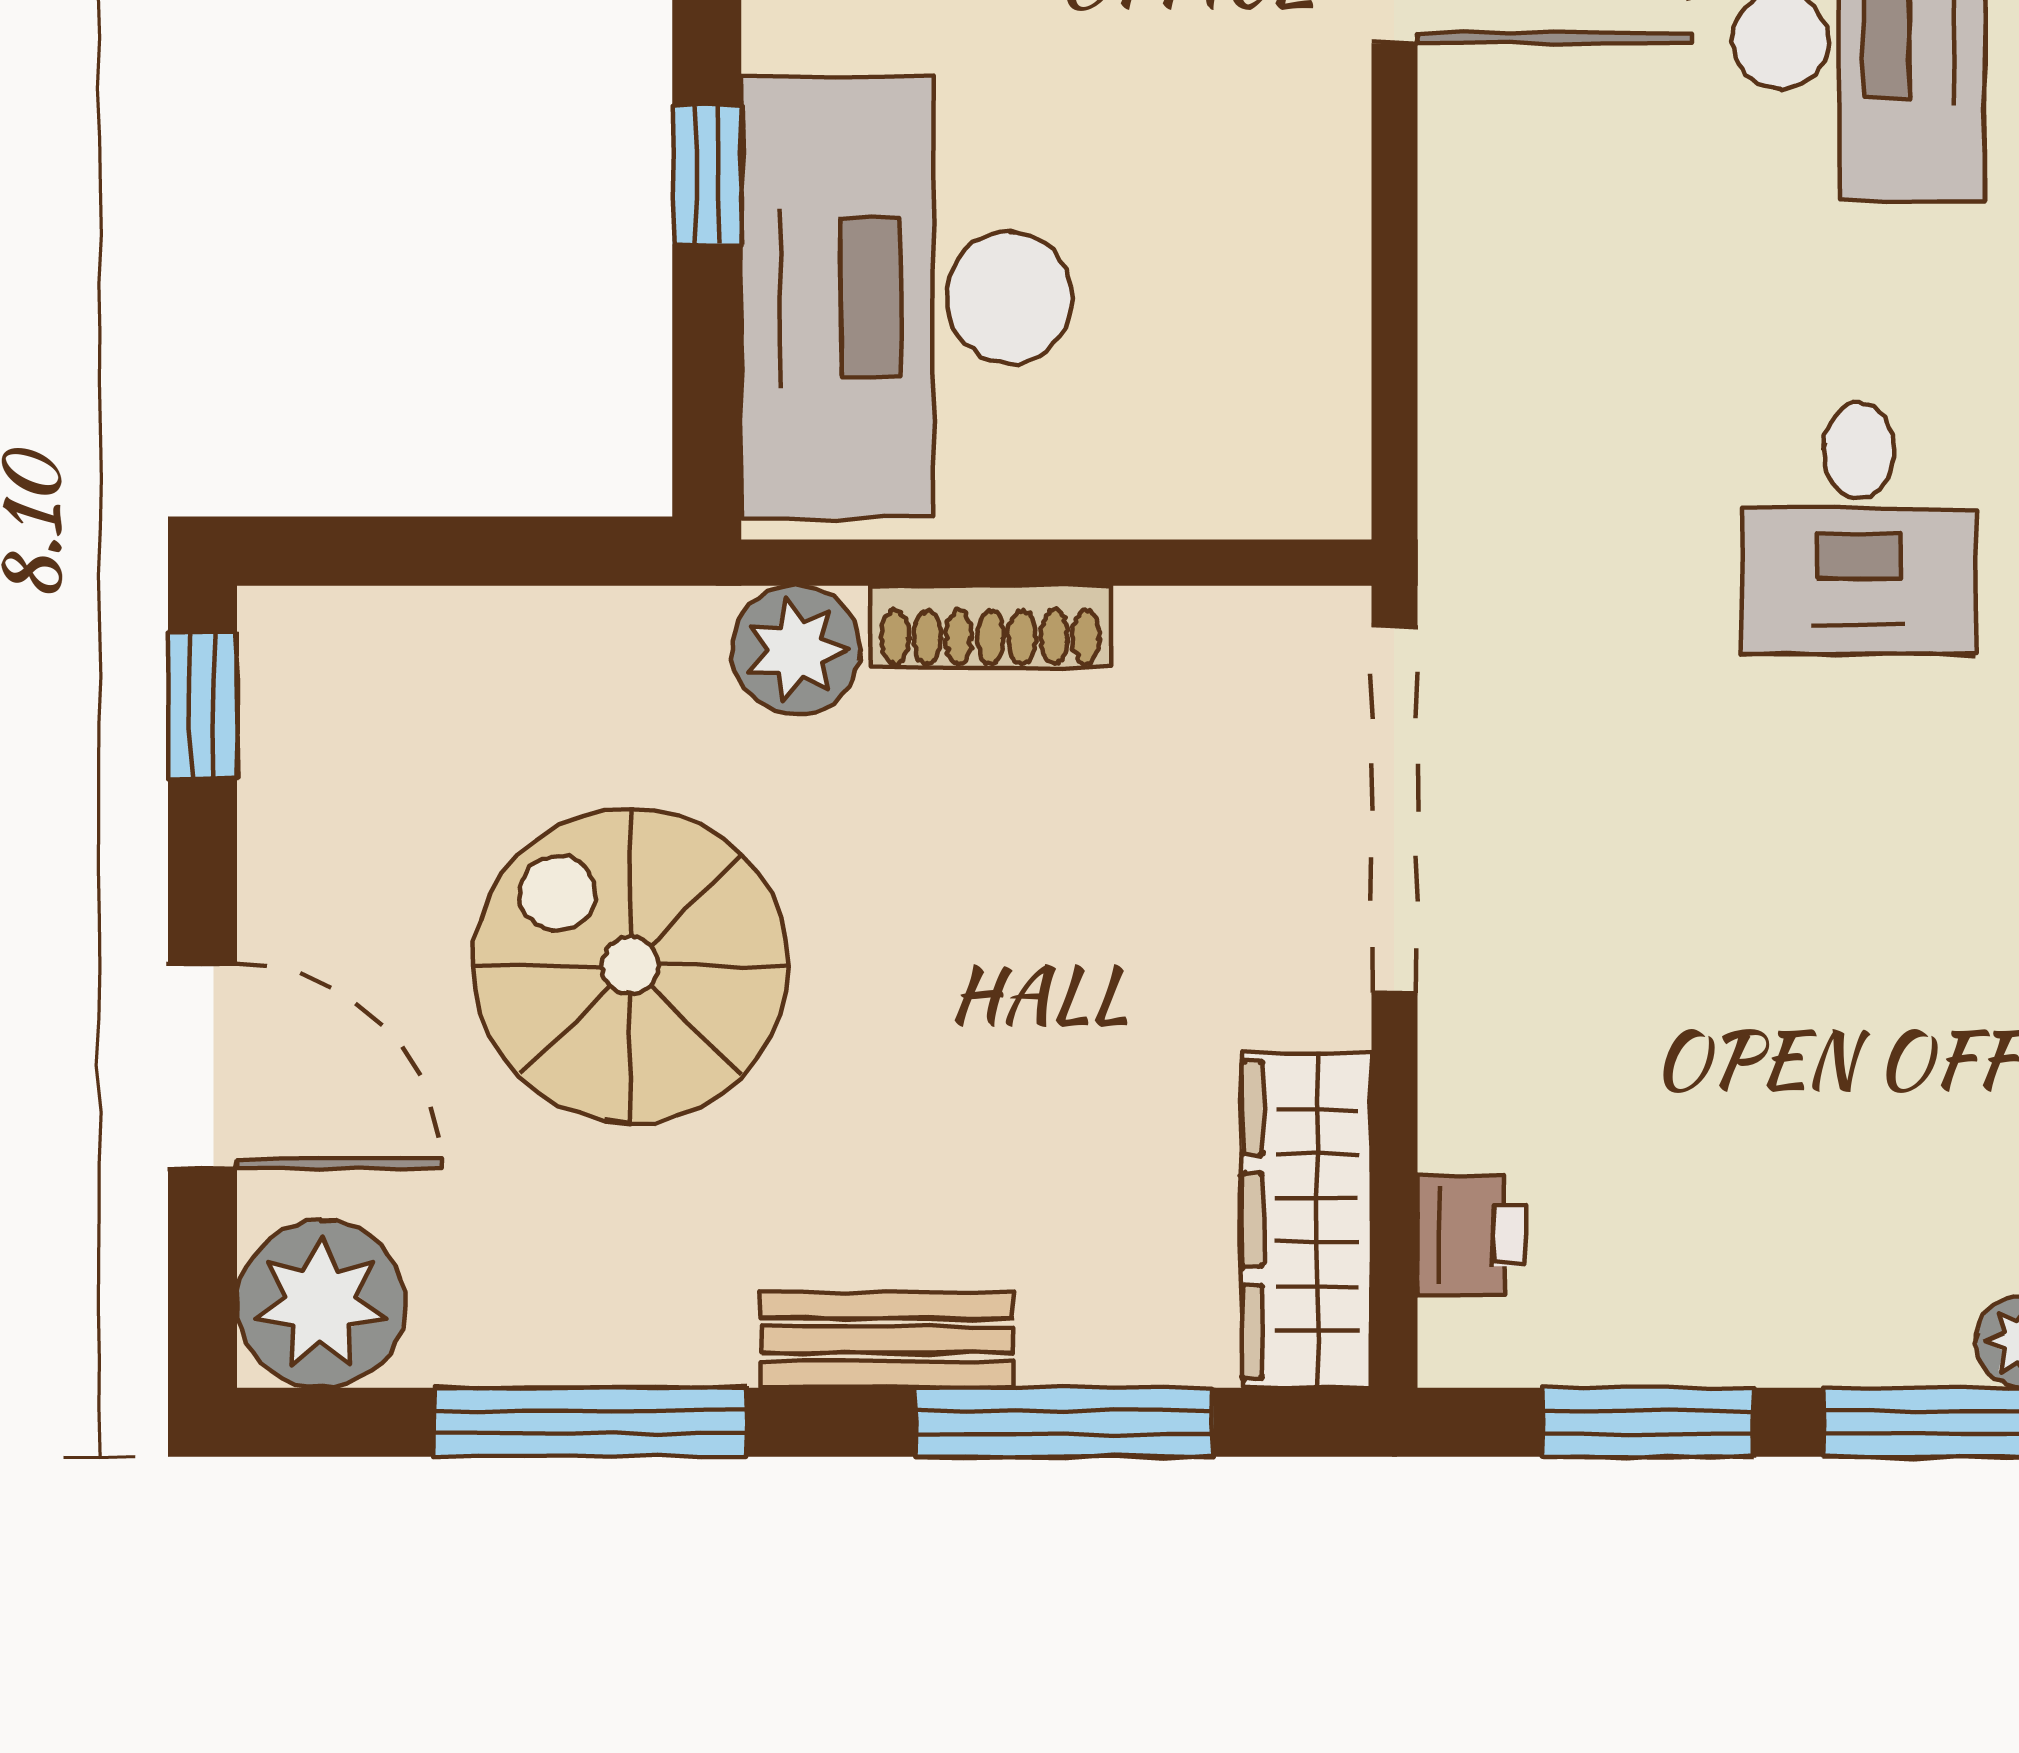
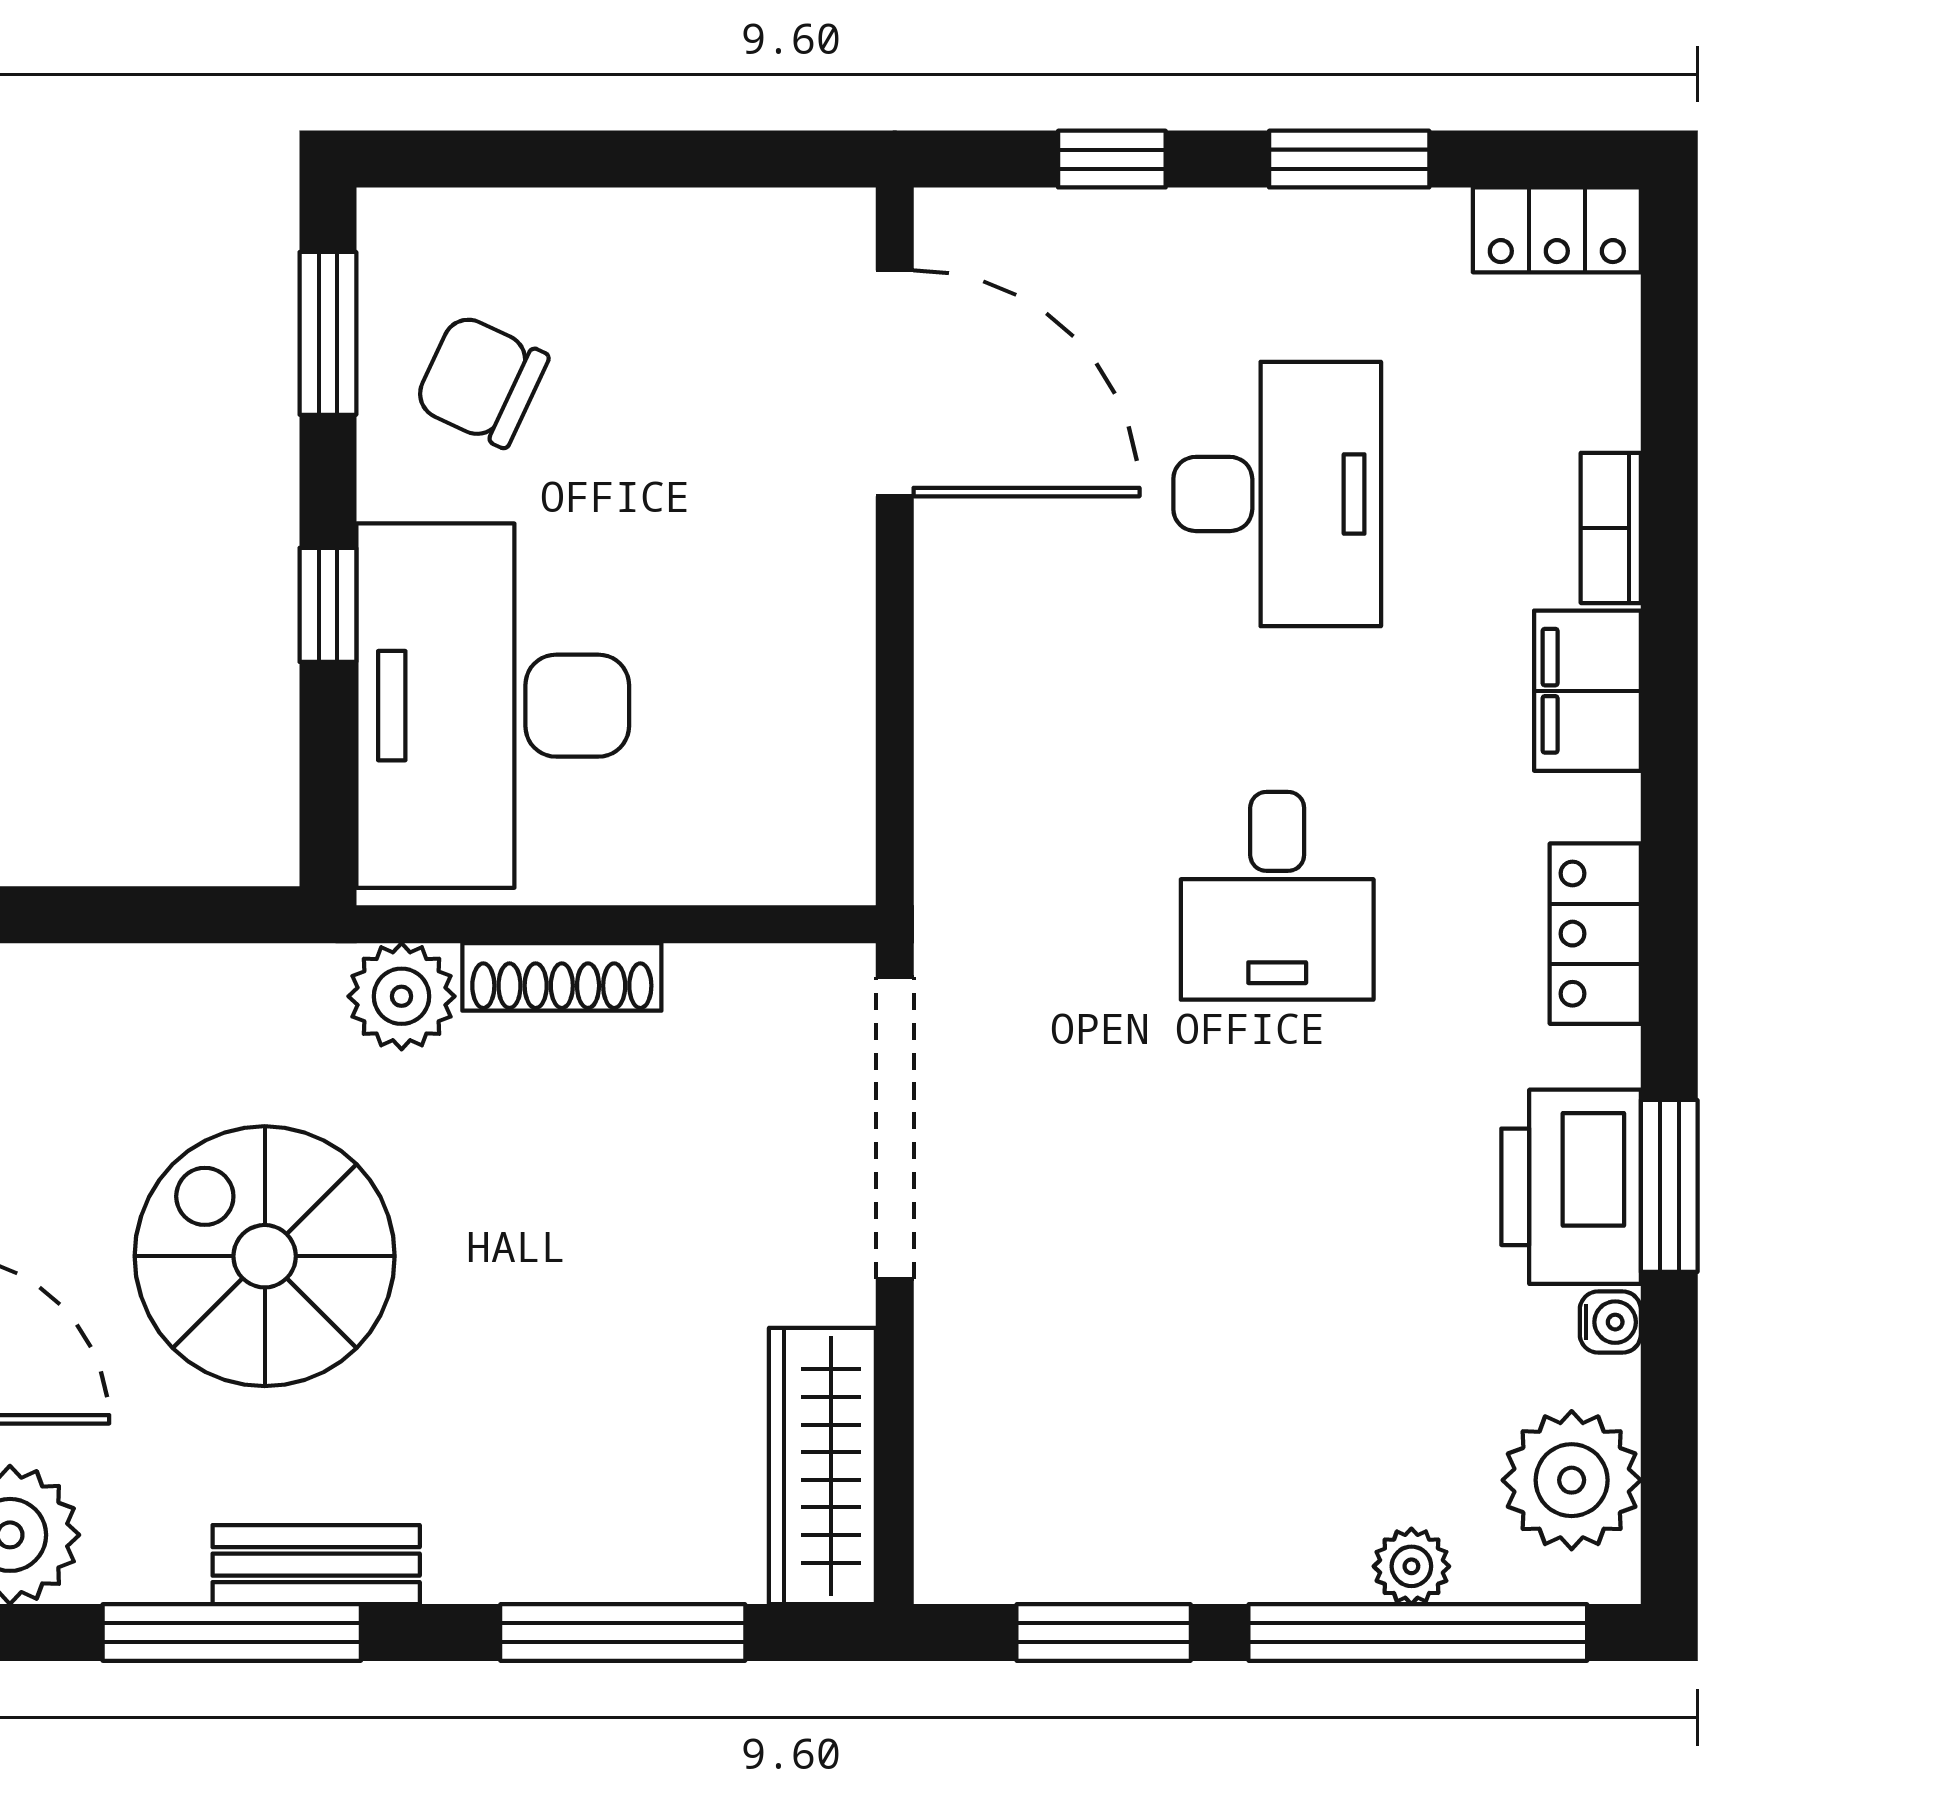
printer: (1472, 1235) -> (958, 1478), removed
bench: (887, 1340) -> (316, 1565), moved

